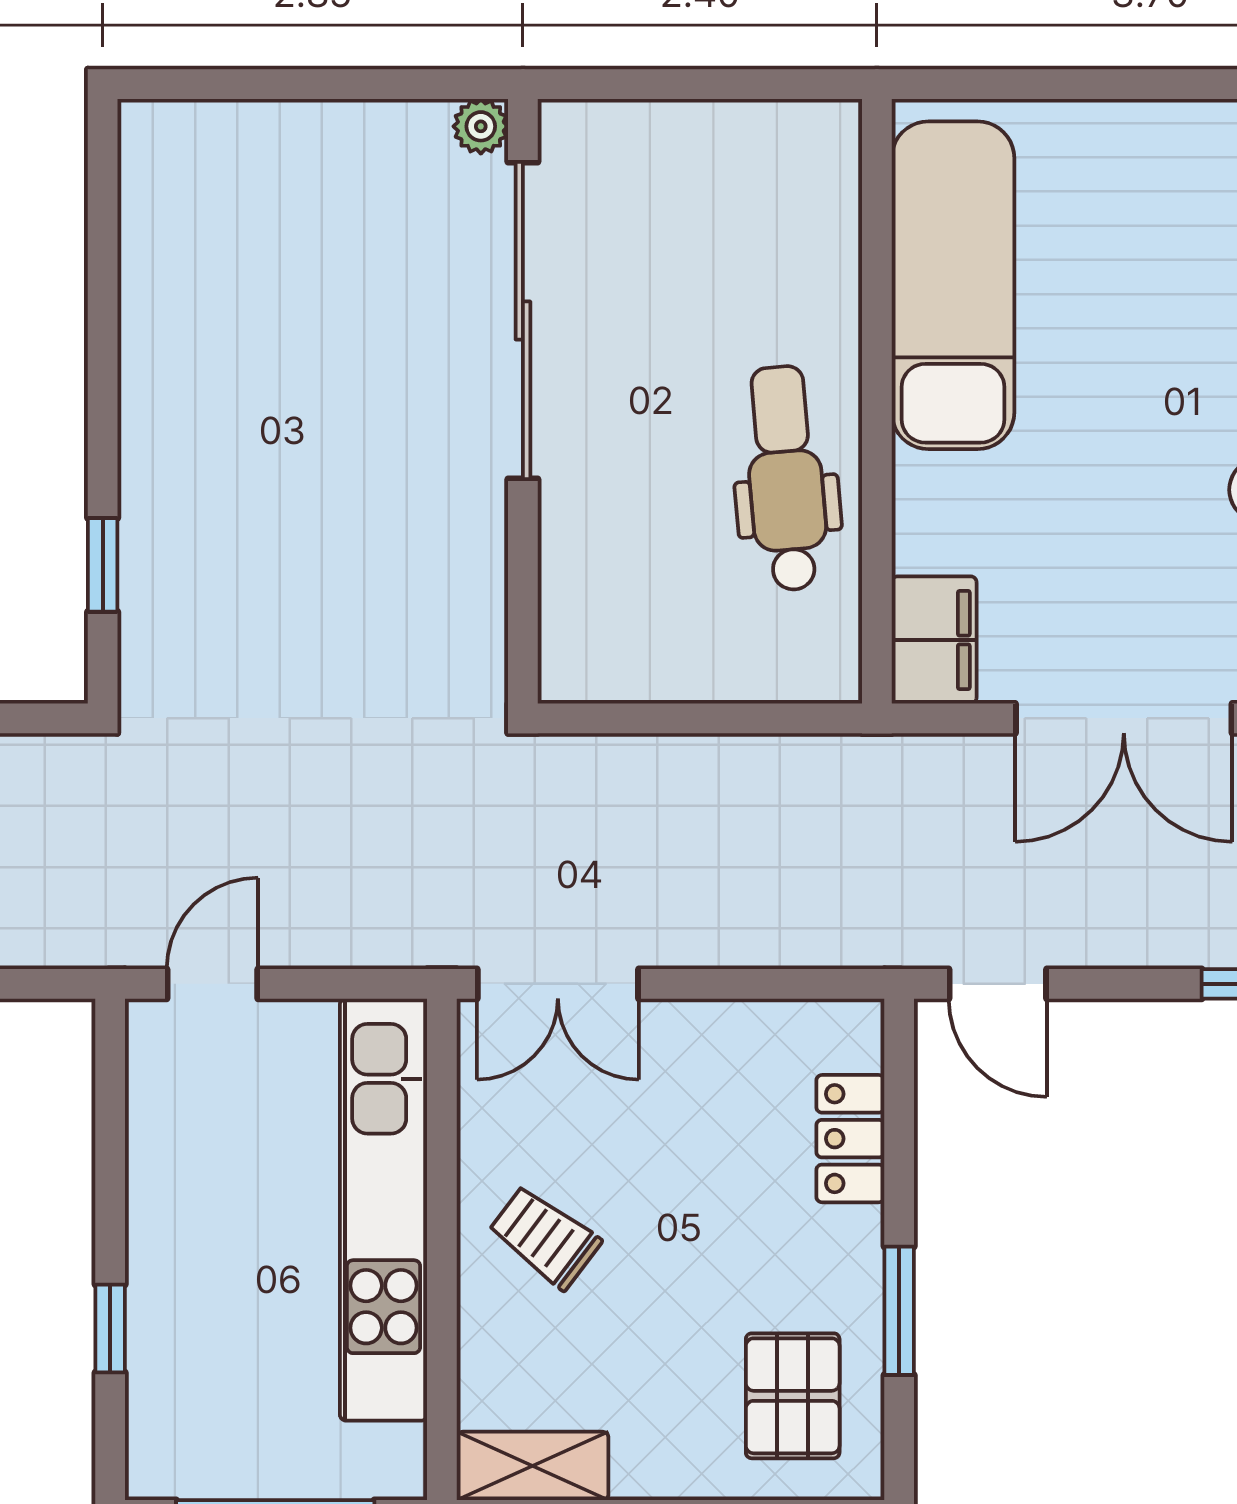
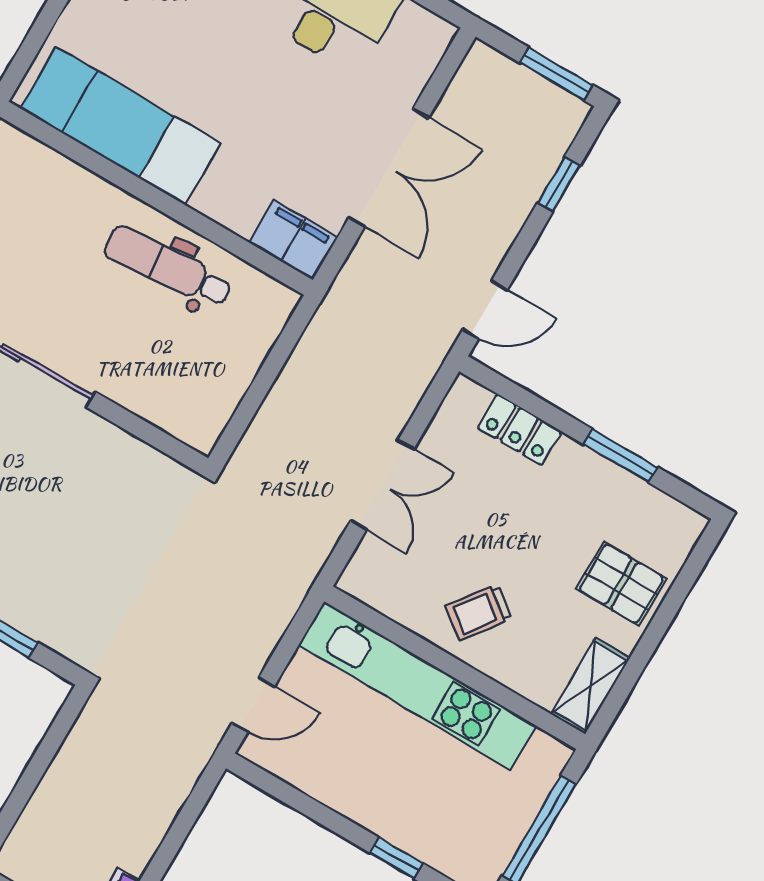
door: (212, 984) -> (253, 705), swing flipped
double door: (558, 984) -> (382, 485), moved
pallet: (793, 1396) -> (621, 584), moved

